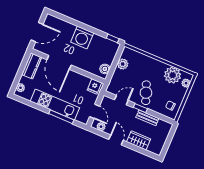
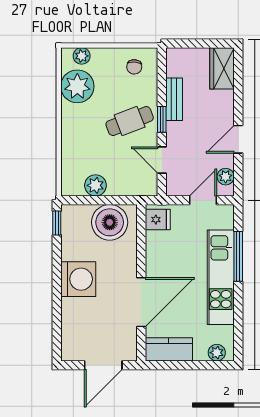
door: (37, 32) -> (103, 365), swing flipped
boiler: (105, 69) -> (110, 222), width x1.86, depth x1.86
wardrobe: (139, 140) -> (222, 68), moved

